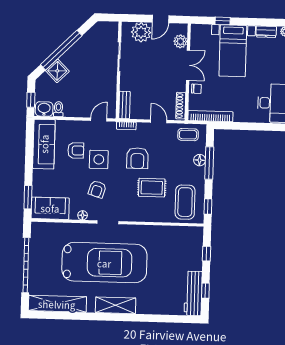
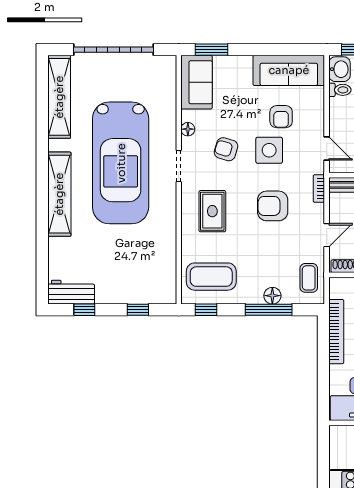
bookcase: (210, 116) -> (336, 332), moved
rug: (152, 188) -> (212, 211), moved
workbench: (193, 293) -> (71, 292), width x0.73
shelving: (116, 305) -> (59, 194), width x1.47

